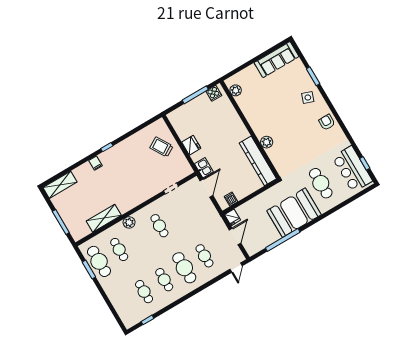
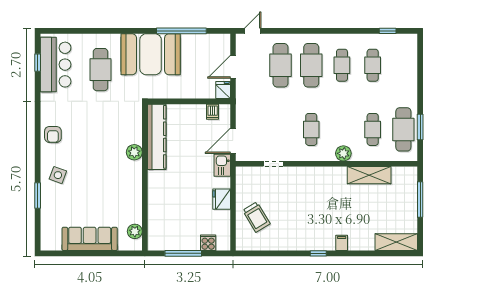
sofa: (276, 60) -> (90, 239), moved
cooker: (214, 93) -> (208, 243), moved
cafe table: (204, 256) -> (281, 65), width x1.37, depth x1.35

